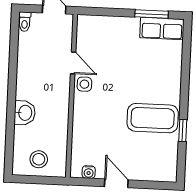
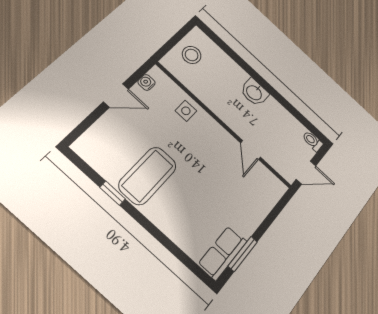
door: (73, 63) -> (251, 150), hinge flipped
side table: (84, 84) -> (186, 111), moved
washbasin: (25, 113) -> (254, 92), moved

